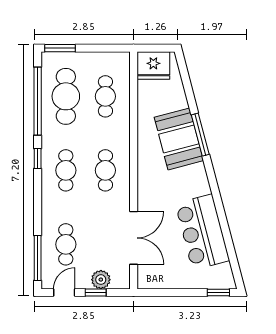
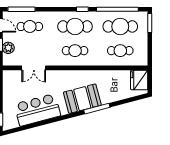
booth: (179, 139) -> (82, 99), moved
cafe table: (66, 170) -> (75, 26), width x1.37, depth x1.35
double door: (134, 238) -> (34, 68), width x0.73

